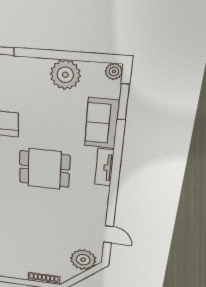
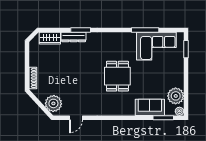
plant: (65, 75) -> (176, 96), moved
tv unit: (104, 167) -> (123, 111), removed

